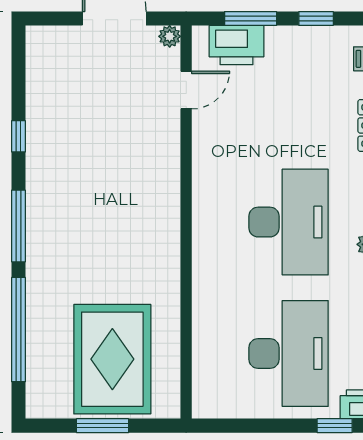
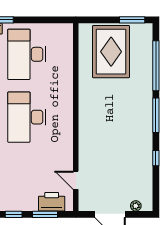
plant: (170, 36) -> (136, 206), moved
door: (186, 90) -> (76, 180), hinge flipped
window: (102, 426) -> (132, 20), moved

